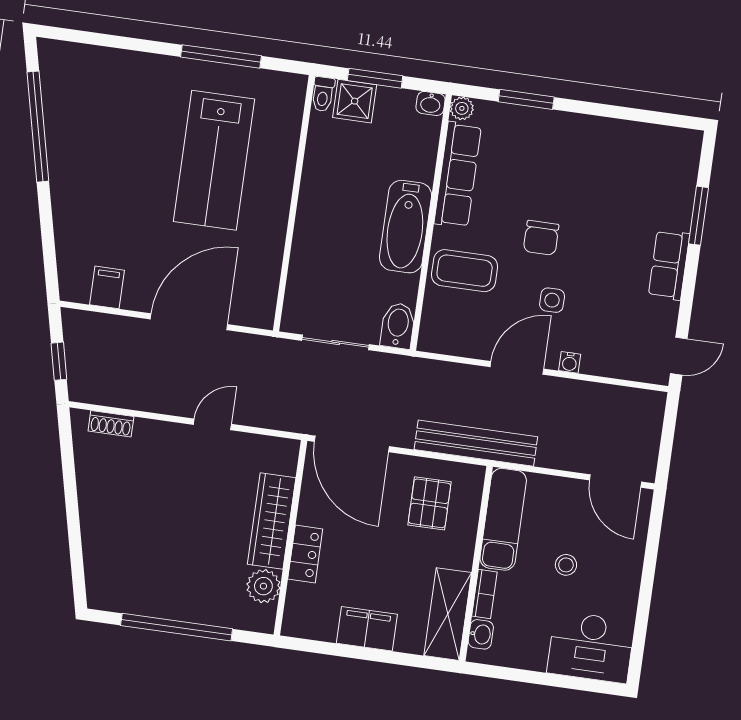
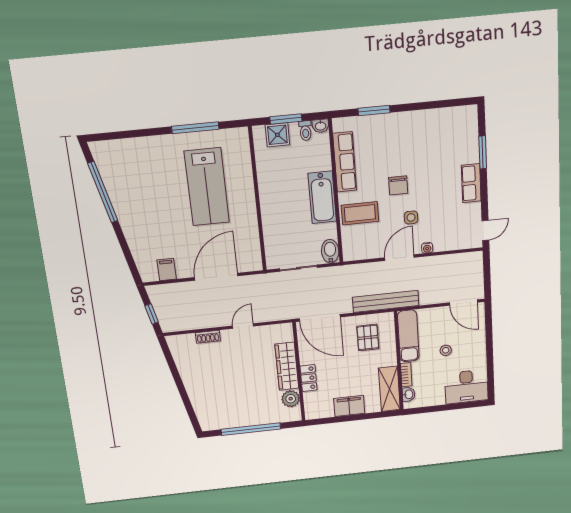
toilet: (323, 94) -> (305, 131), moved
plant: (462, 108) -> (339, 124), removed
shoe rack: (111, 424) -> (208, 337), moved

